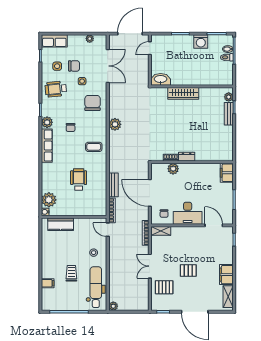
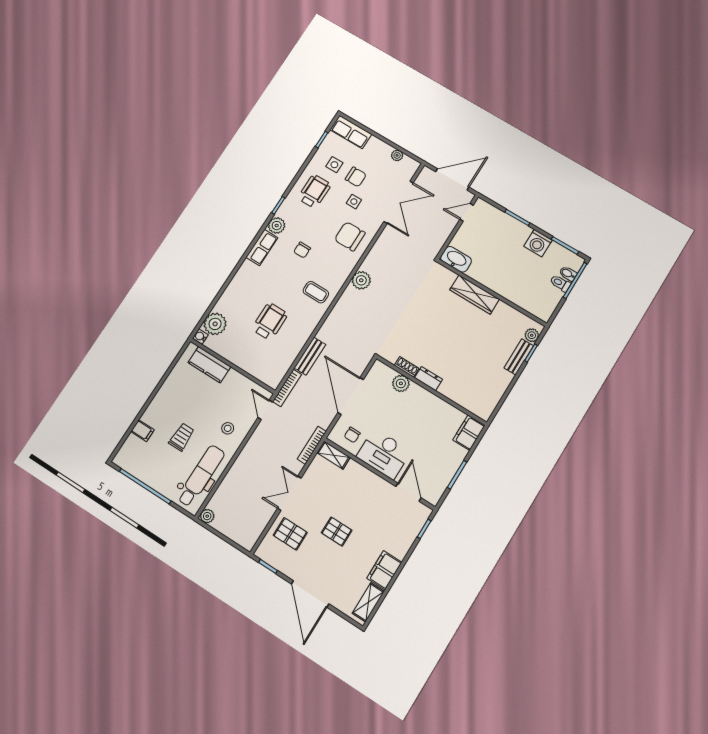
wheelchair: (56, 89) -> (314, 191), turned 96
chair: (93, 103) -> (350, 236), turned -90
row of seats: (47, 146) -> (262, 247), width x0.68

